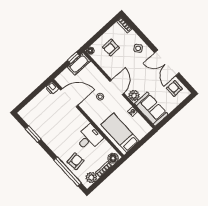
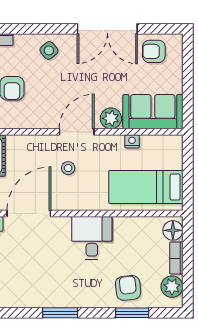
door: (117, 87) -> (77, 132), hinge flipped
window: (33, 134) -> (60, 313), moved
desk: (89, 138) -> (92, 238), moved
window: (68, 172) -> (132, 313), width x0.47

